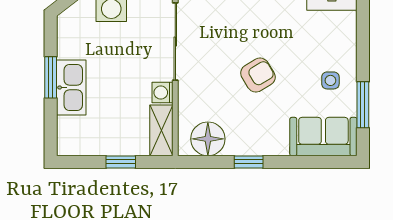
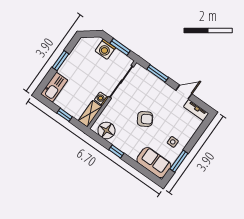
kitchen sink: (71, 87) -> (54, 87), moved

